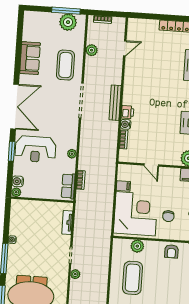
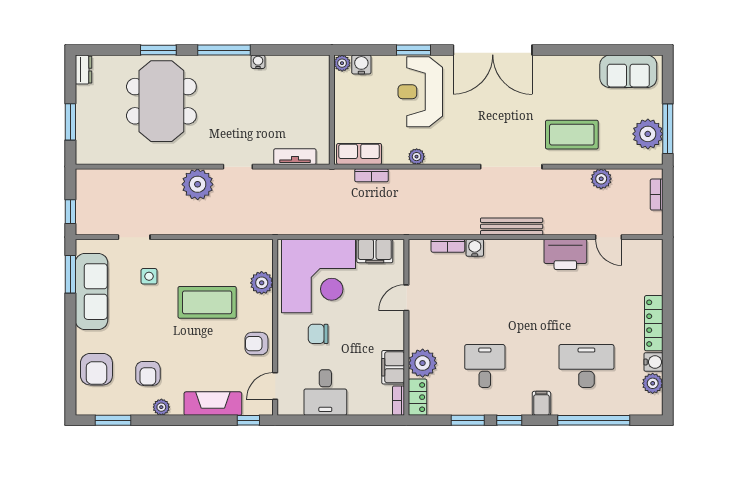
sofa: (30, 58) -> (628, 71), moved
printer: (127, 112) -> (565, 254), moved, width x1.87, depth x1.48
filing cabinet: (123, 186) -> (375, 251), width x2.00
plant: (75, 274) -> (198, 184), width x1.88, depth x1.88
coffee table: (133, 278) -> (207, 302), moved

